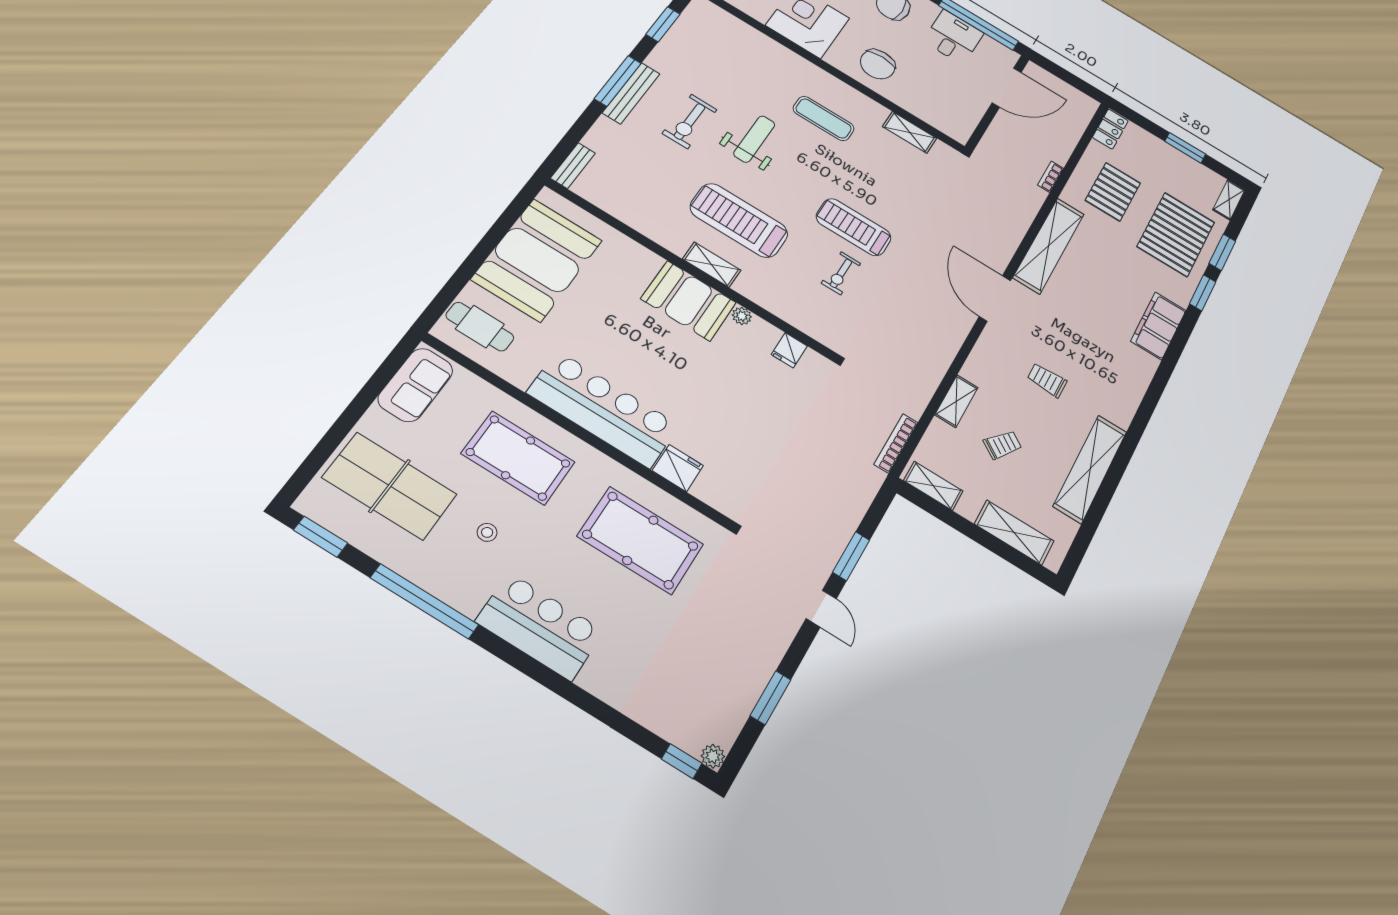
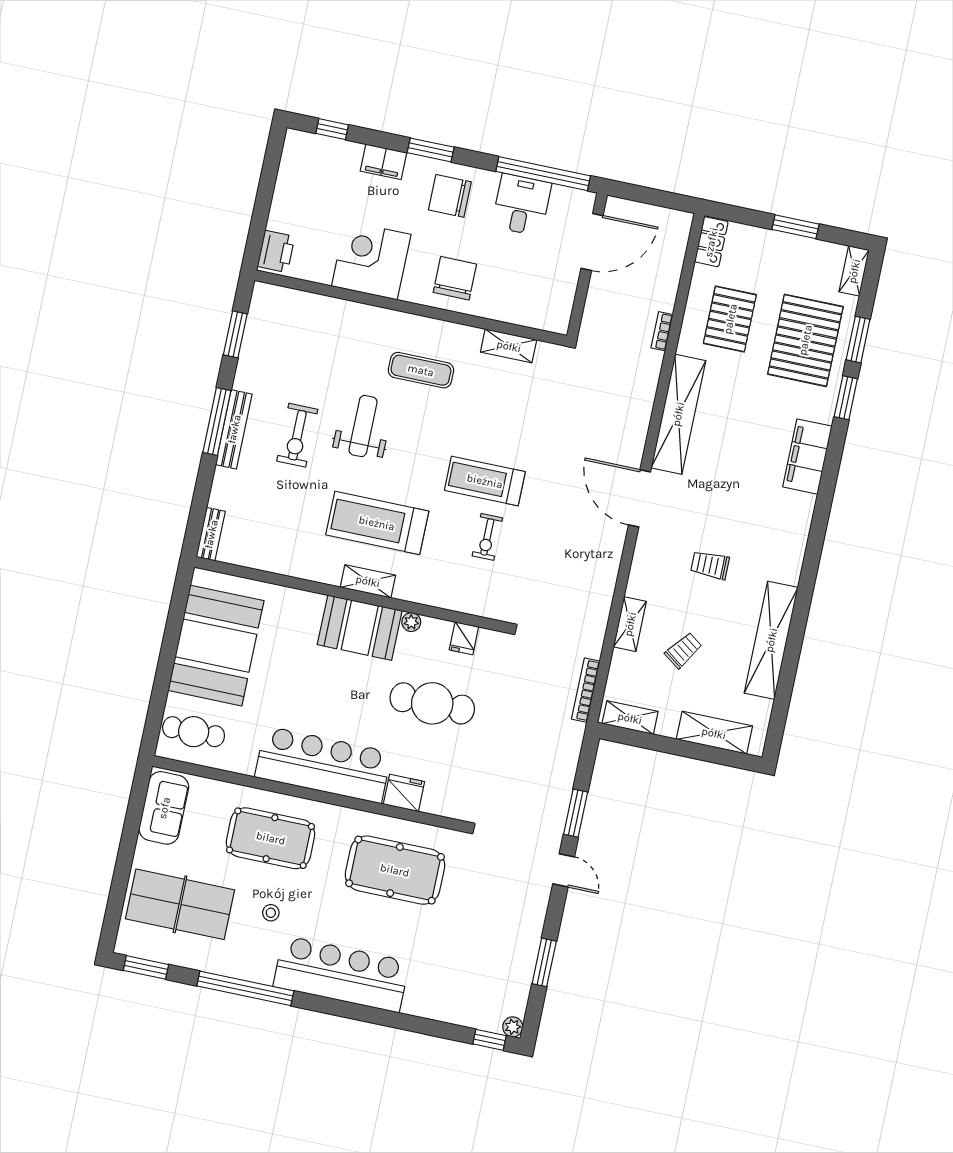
chair: (878, 64) -> (455, 278), turned 180
cafe table: (737, 396) -> (432, 703), added
bar counter: (540, 626) -> (341, 974), width x1.36

